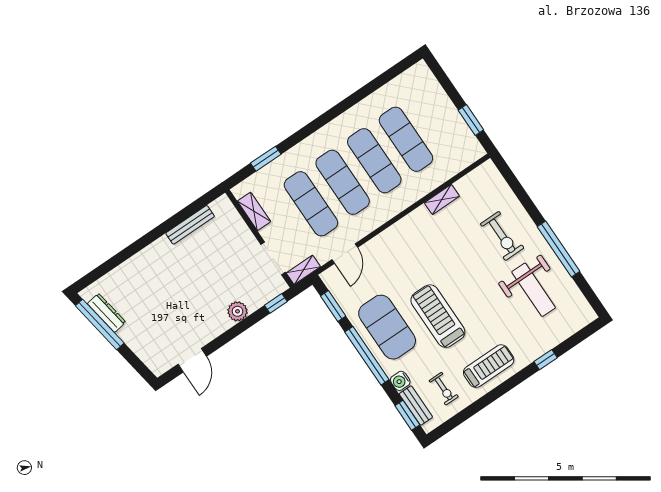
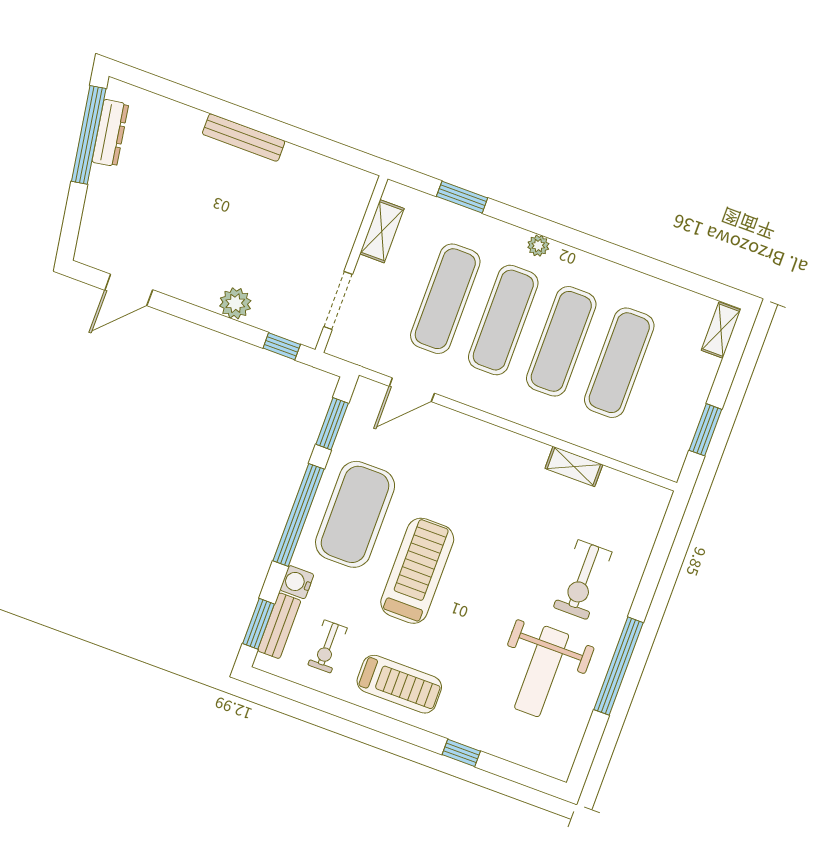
plant: (318, 138) -> (538, 246), added
bench: (190, 225) -> (244, 138), moved
shelving: (303, 270) -> (721, 330), moved, turned 90

